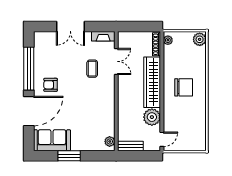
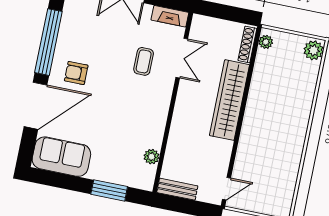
chair: (184, 87) -> (275, 117), removed
plant: (152, 117) -> (218, 152), removed
plant: (110, 141) -> (152, 157), moved
window: (69, 156) -> (109, 190), moved

